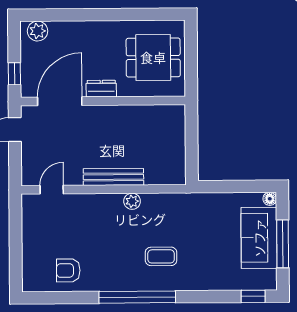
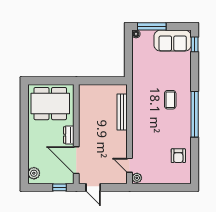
dining table: (153, 57) -> (50, 104), width x1.37
bench: (113, 177) -> (122, 112), moved
plant: (132, 201) -> (137, 178), moved
sofa: (259, 238) -> (173, 41), moved
window: (283, 244) -> (152, 26), moved

